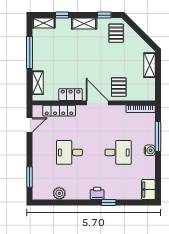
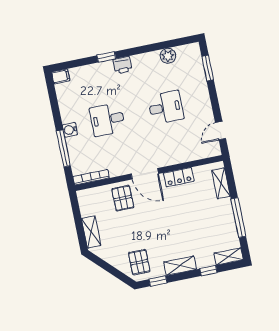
locker: (59, 111) -> (189, 155), removed
filing cabinet: (148, 190) -> (61, 76), width x0.50

